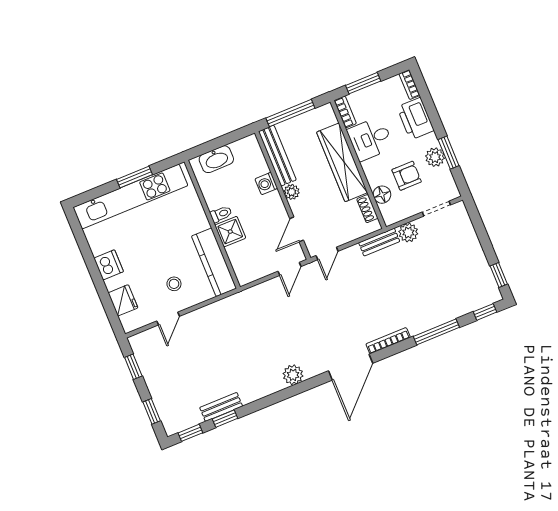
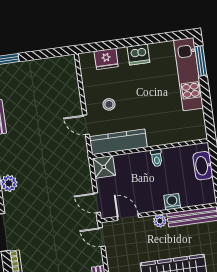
window: (135, 177) -> (201, 61), moved
kitchen unit: (130, 196) -> (188, 74), width x0.73
shower: (230, 232) -> (104, 167), moved
door: (168, 319) -> (86, 125), moved
window: (133, 367) -> (49, 53), removed

